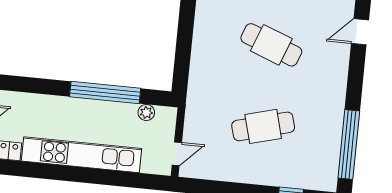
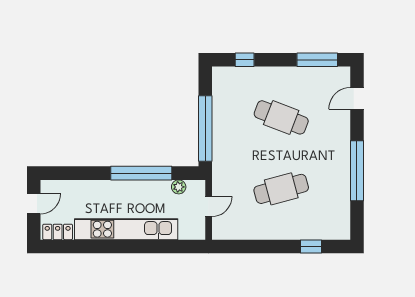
window: (183, 49) -> (205, 129), added
window: (349, 145) -> (357, 171), moved
door: (177, 154) -> (209, 206), moved

